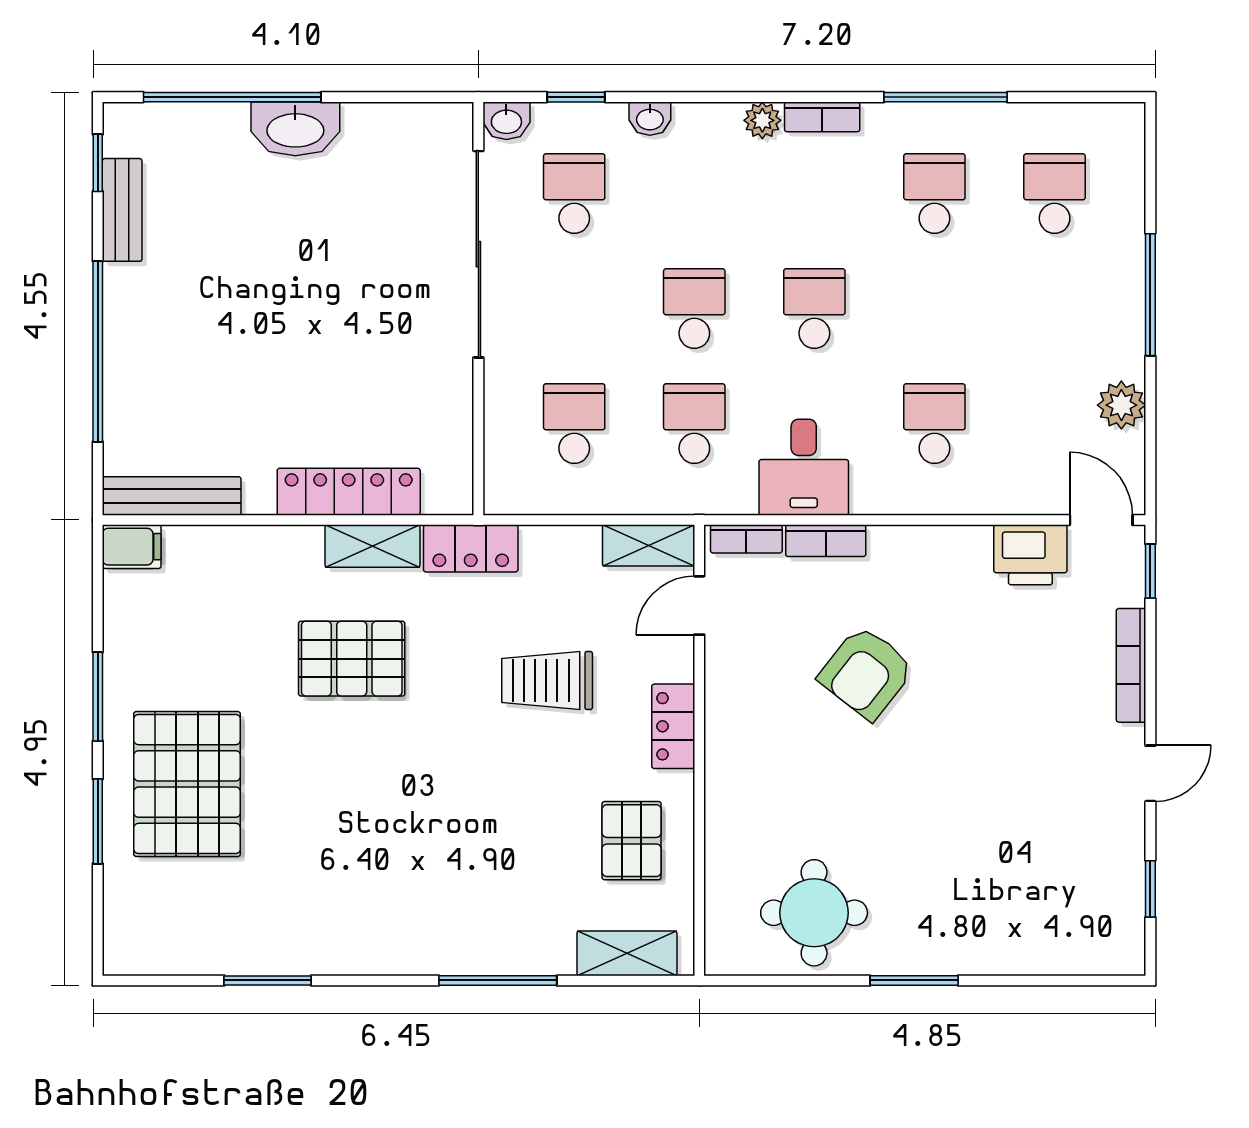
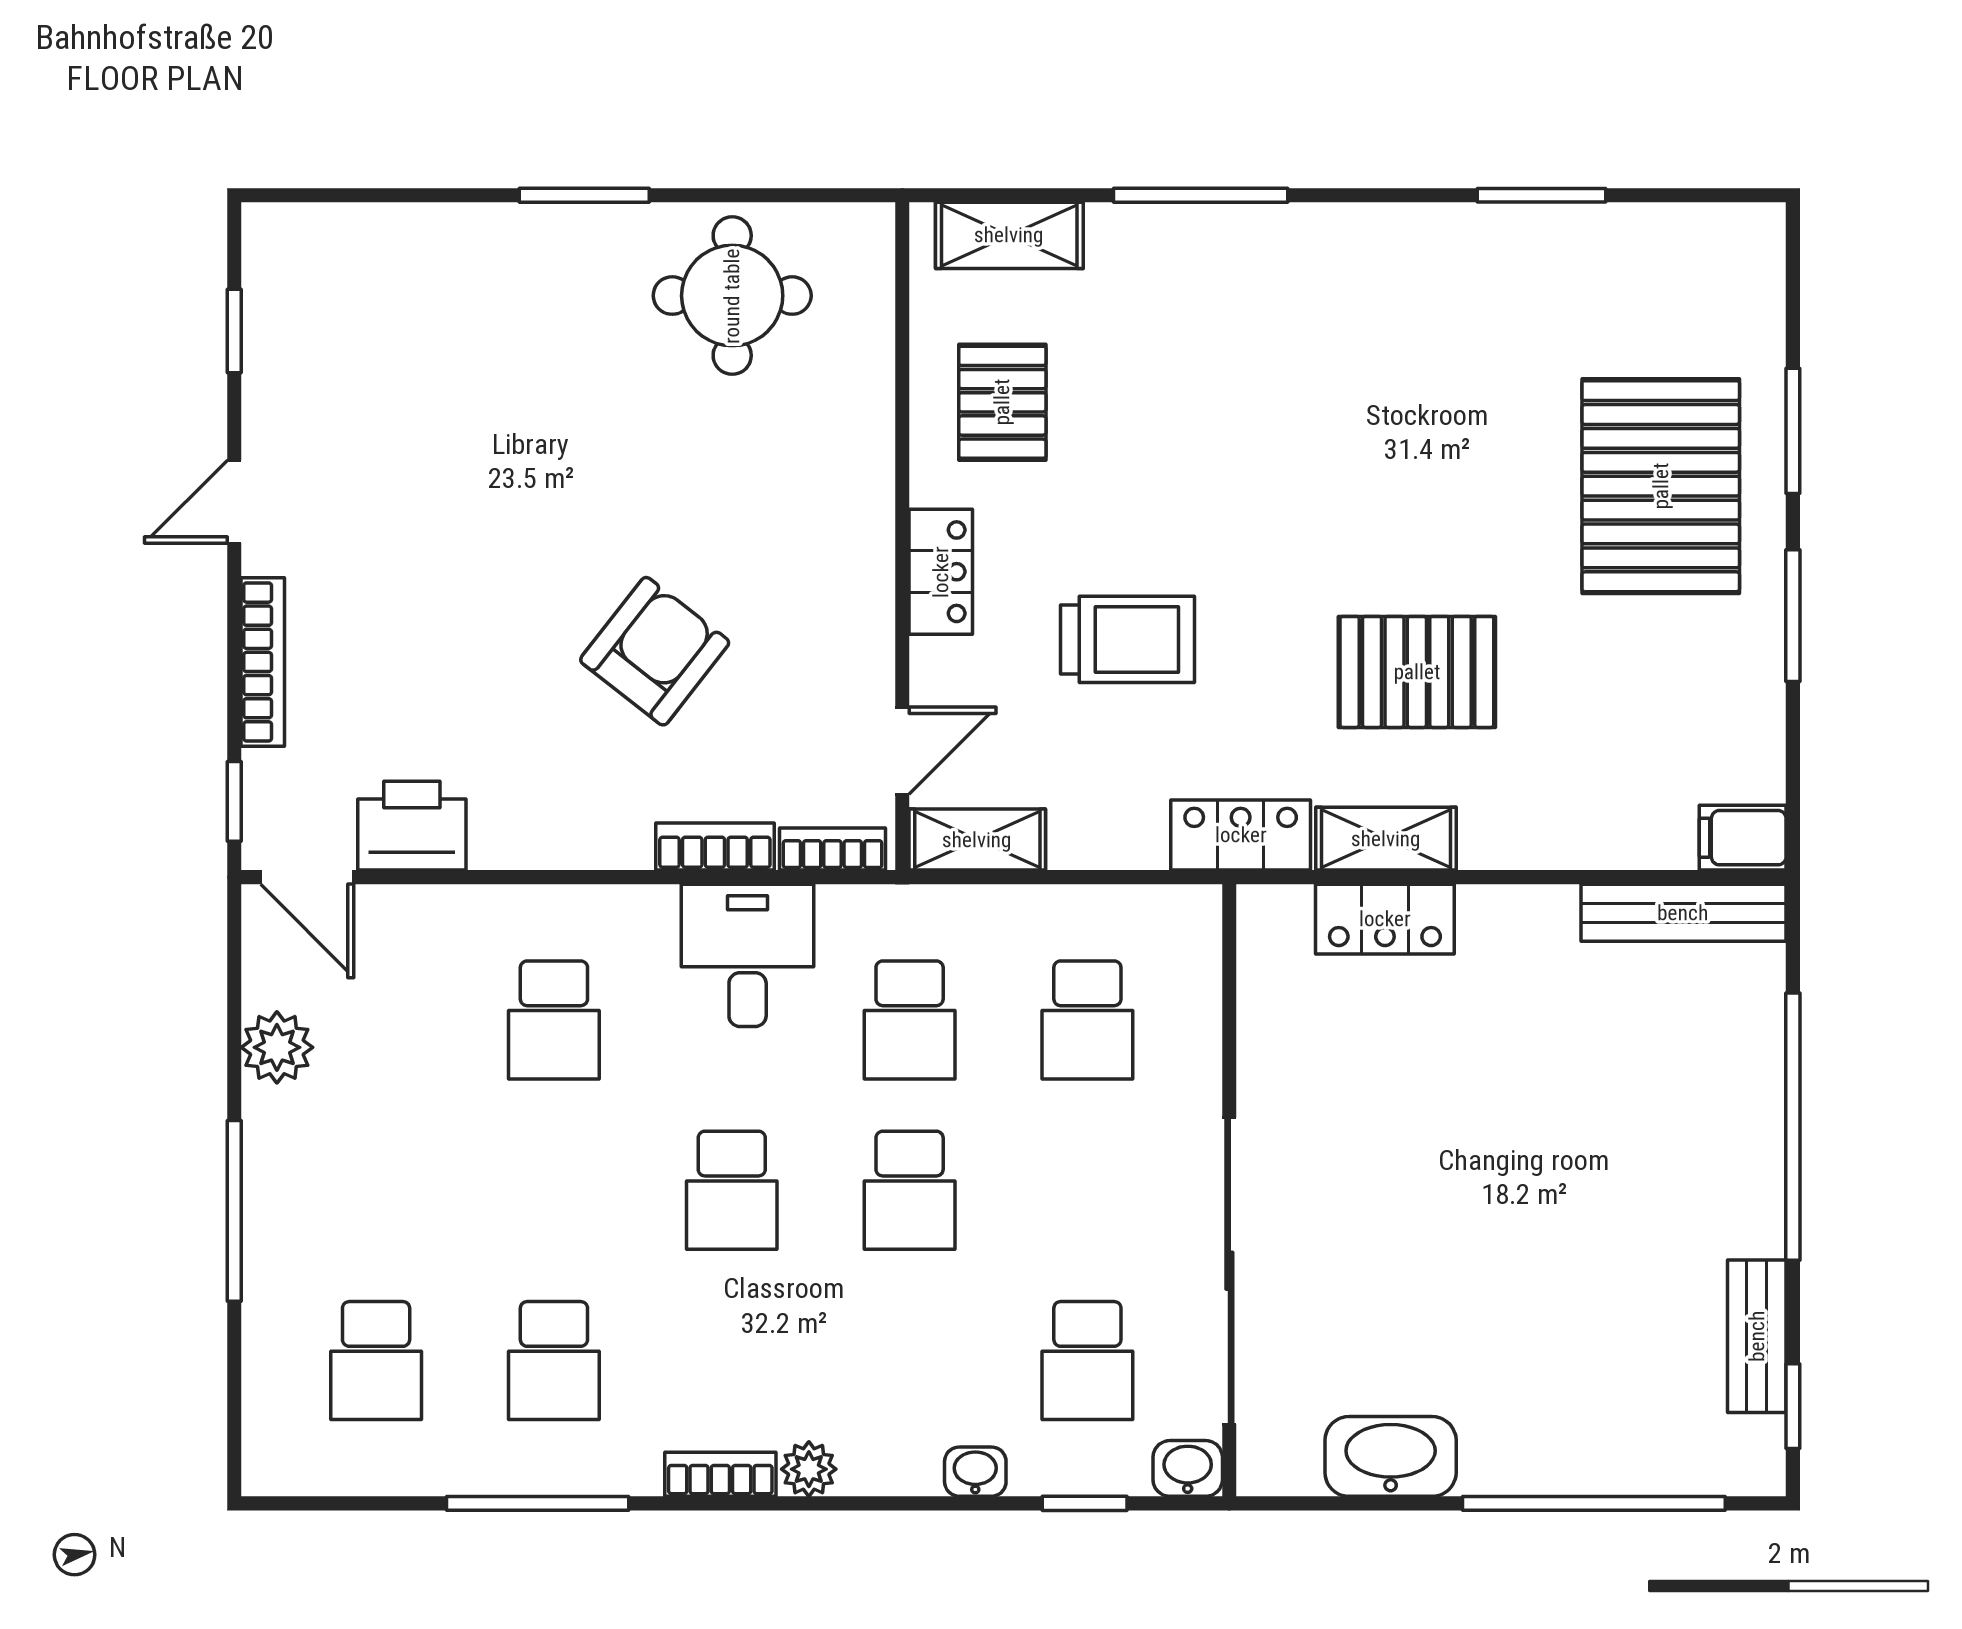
washbasin: (295, 129) -> (1391, 1456), moved
locker: (349, 492) -> (1385, 919), width x0.66

